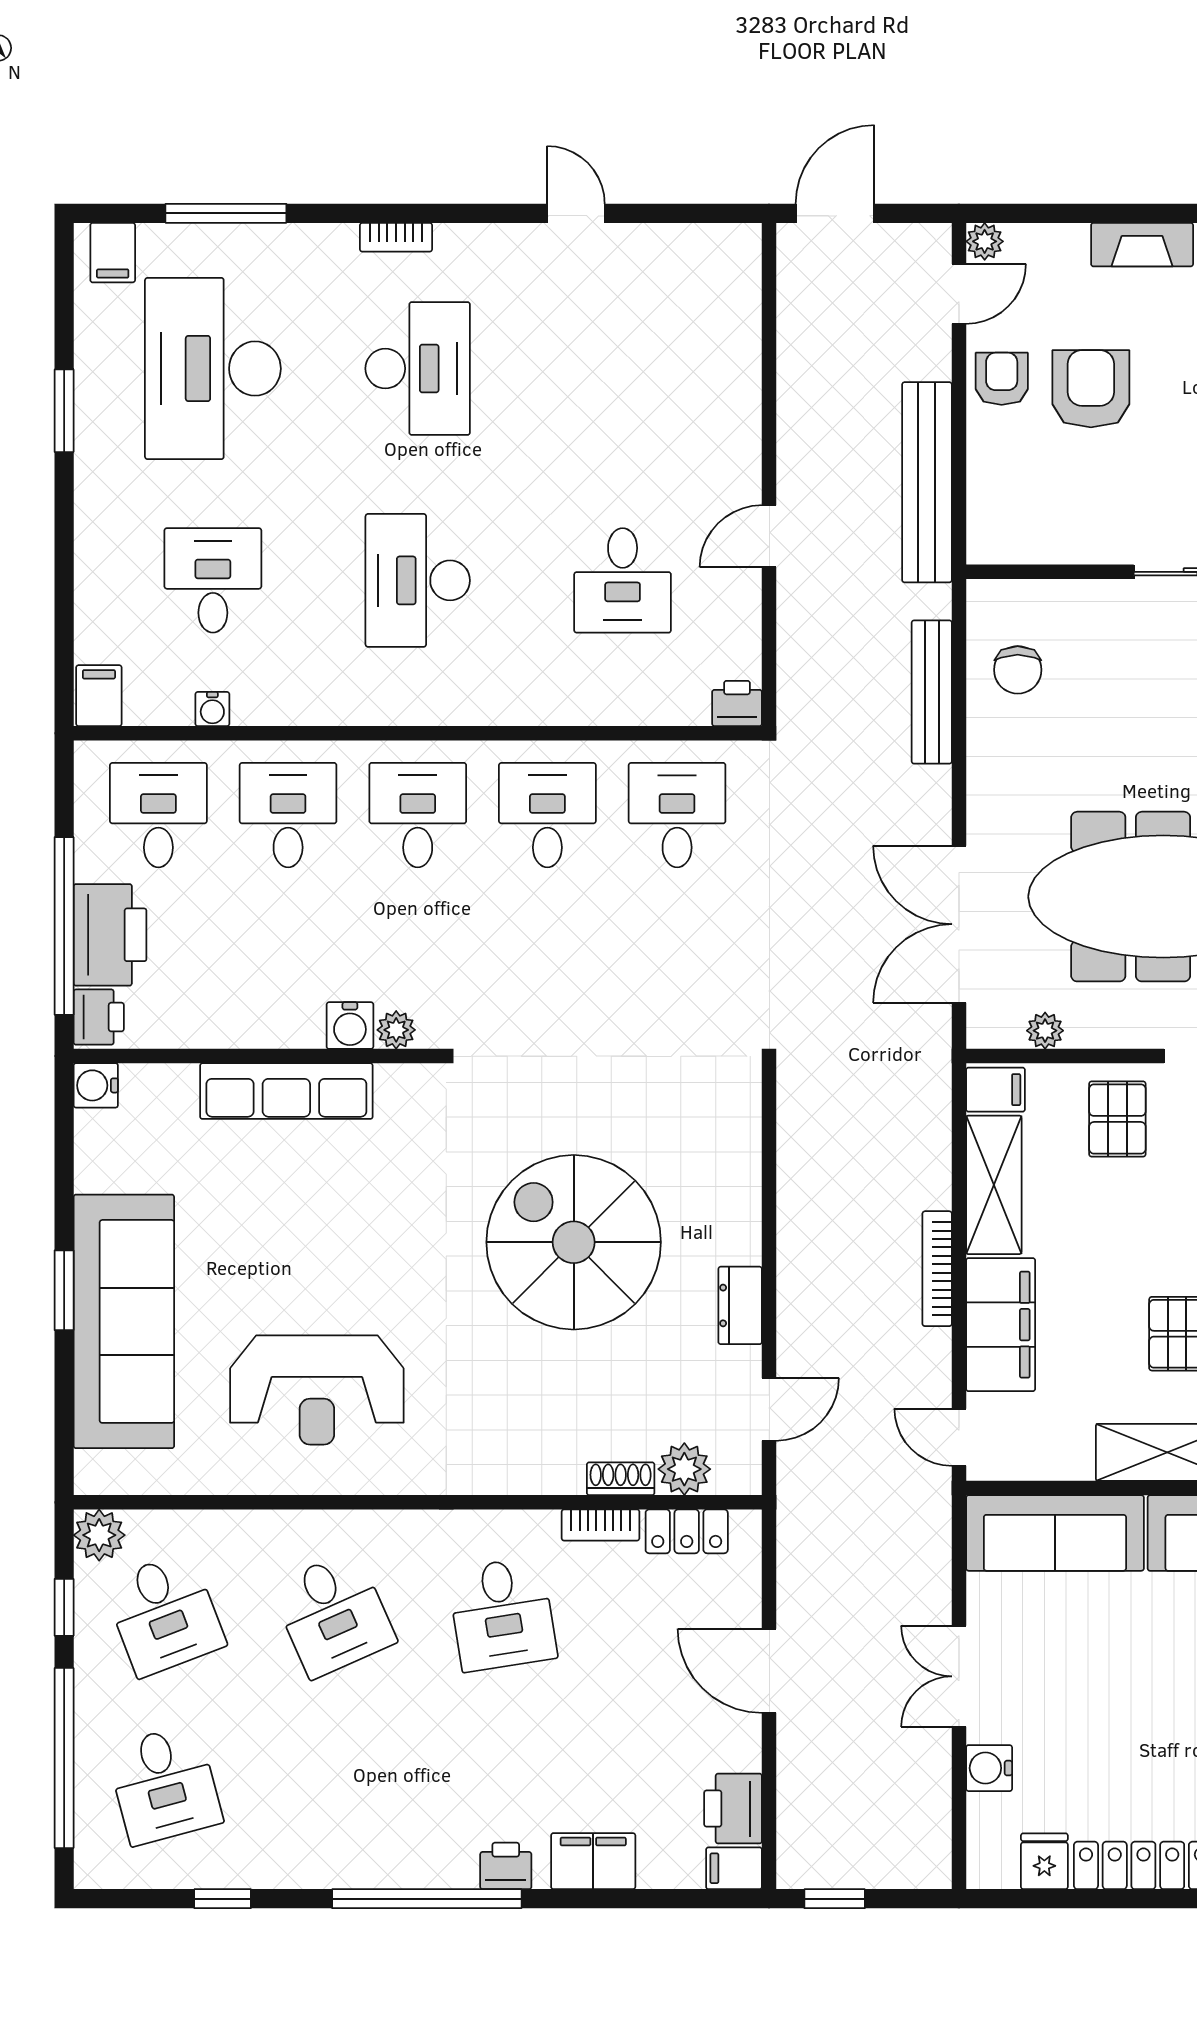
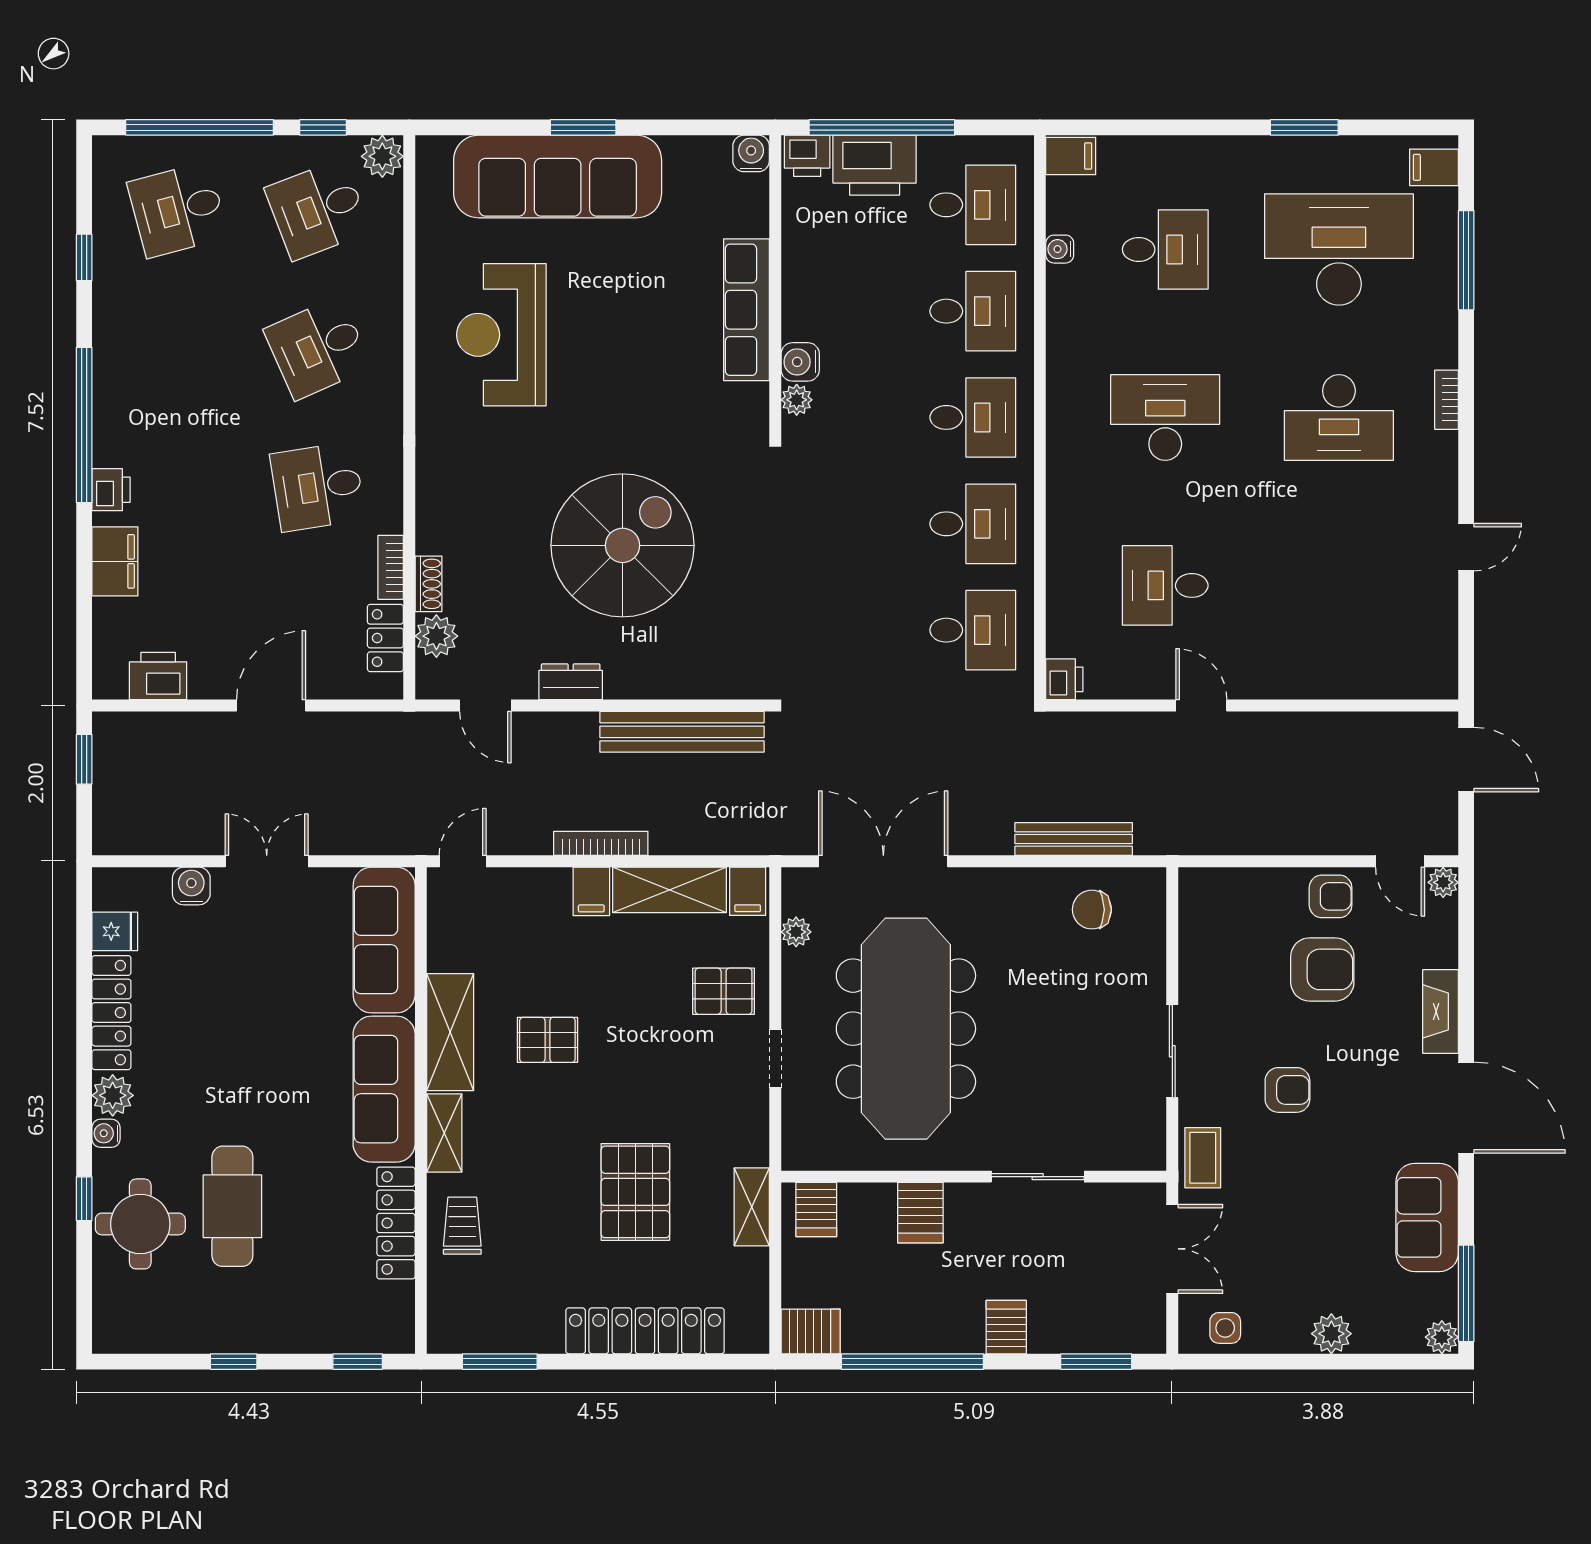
bench: (927, 482) -> (682, 732), moved
filing cabinet: (1001, 1325) -> (591, 891), width x0.33, depth x0.86
filing cabinet: (734, 1868) -> (109, 677), removed

